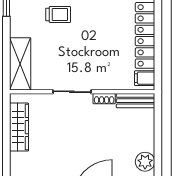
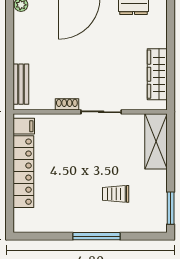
bench: (136, 101) -> (21, 84), moved, turned 90
plant: (145, 162) -> (23, 37), removed

